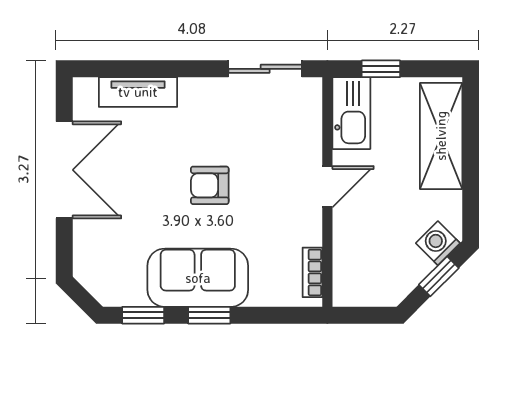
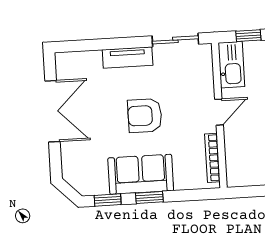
tv unit: (138, 92) -> (128, 58), moved
armchair: (210, 185) -> (145, 116), width x1.38, depth x1.38
bookcase: (312, 272) -> (212, 158), width x1.56

